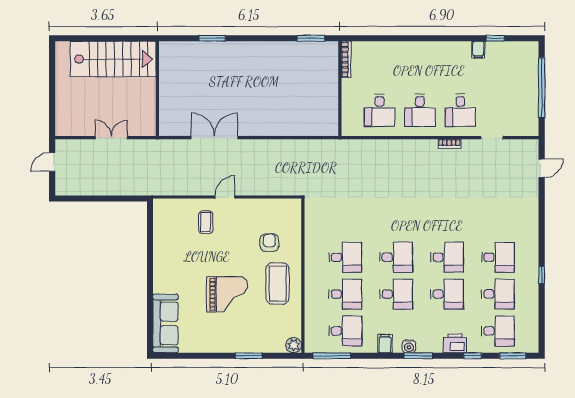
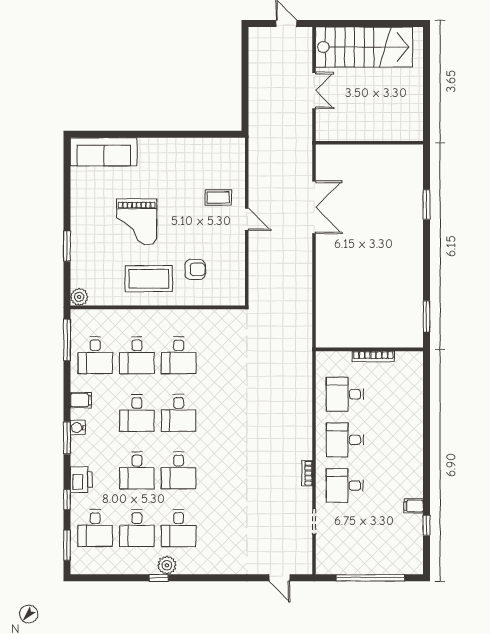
stairs: (113, 59) -> (364, 47), moved, turned -90
bookcase: (346, 60) -> (373, 356), moved
plant: (531, 268) -> (167, 565), added

